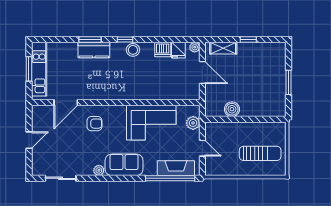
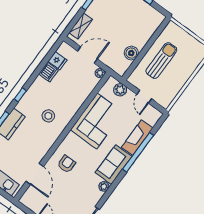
plant: (195, 47) -> (100, 73), moved
stool: (133, 50) -> (48, 116), moved
door: (202, 148) -> (144, 97), swing flipped
sun lounger: (260, 153) -> (161, 61), moved
fireplace: (176, 168) -> (137, 138), moved
window: (170, 178) -> (138, 152), moved

